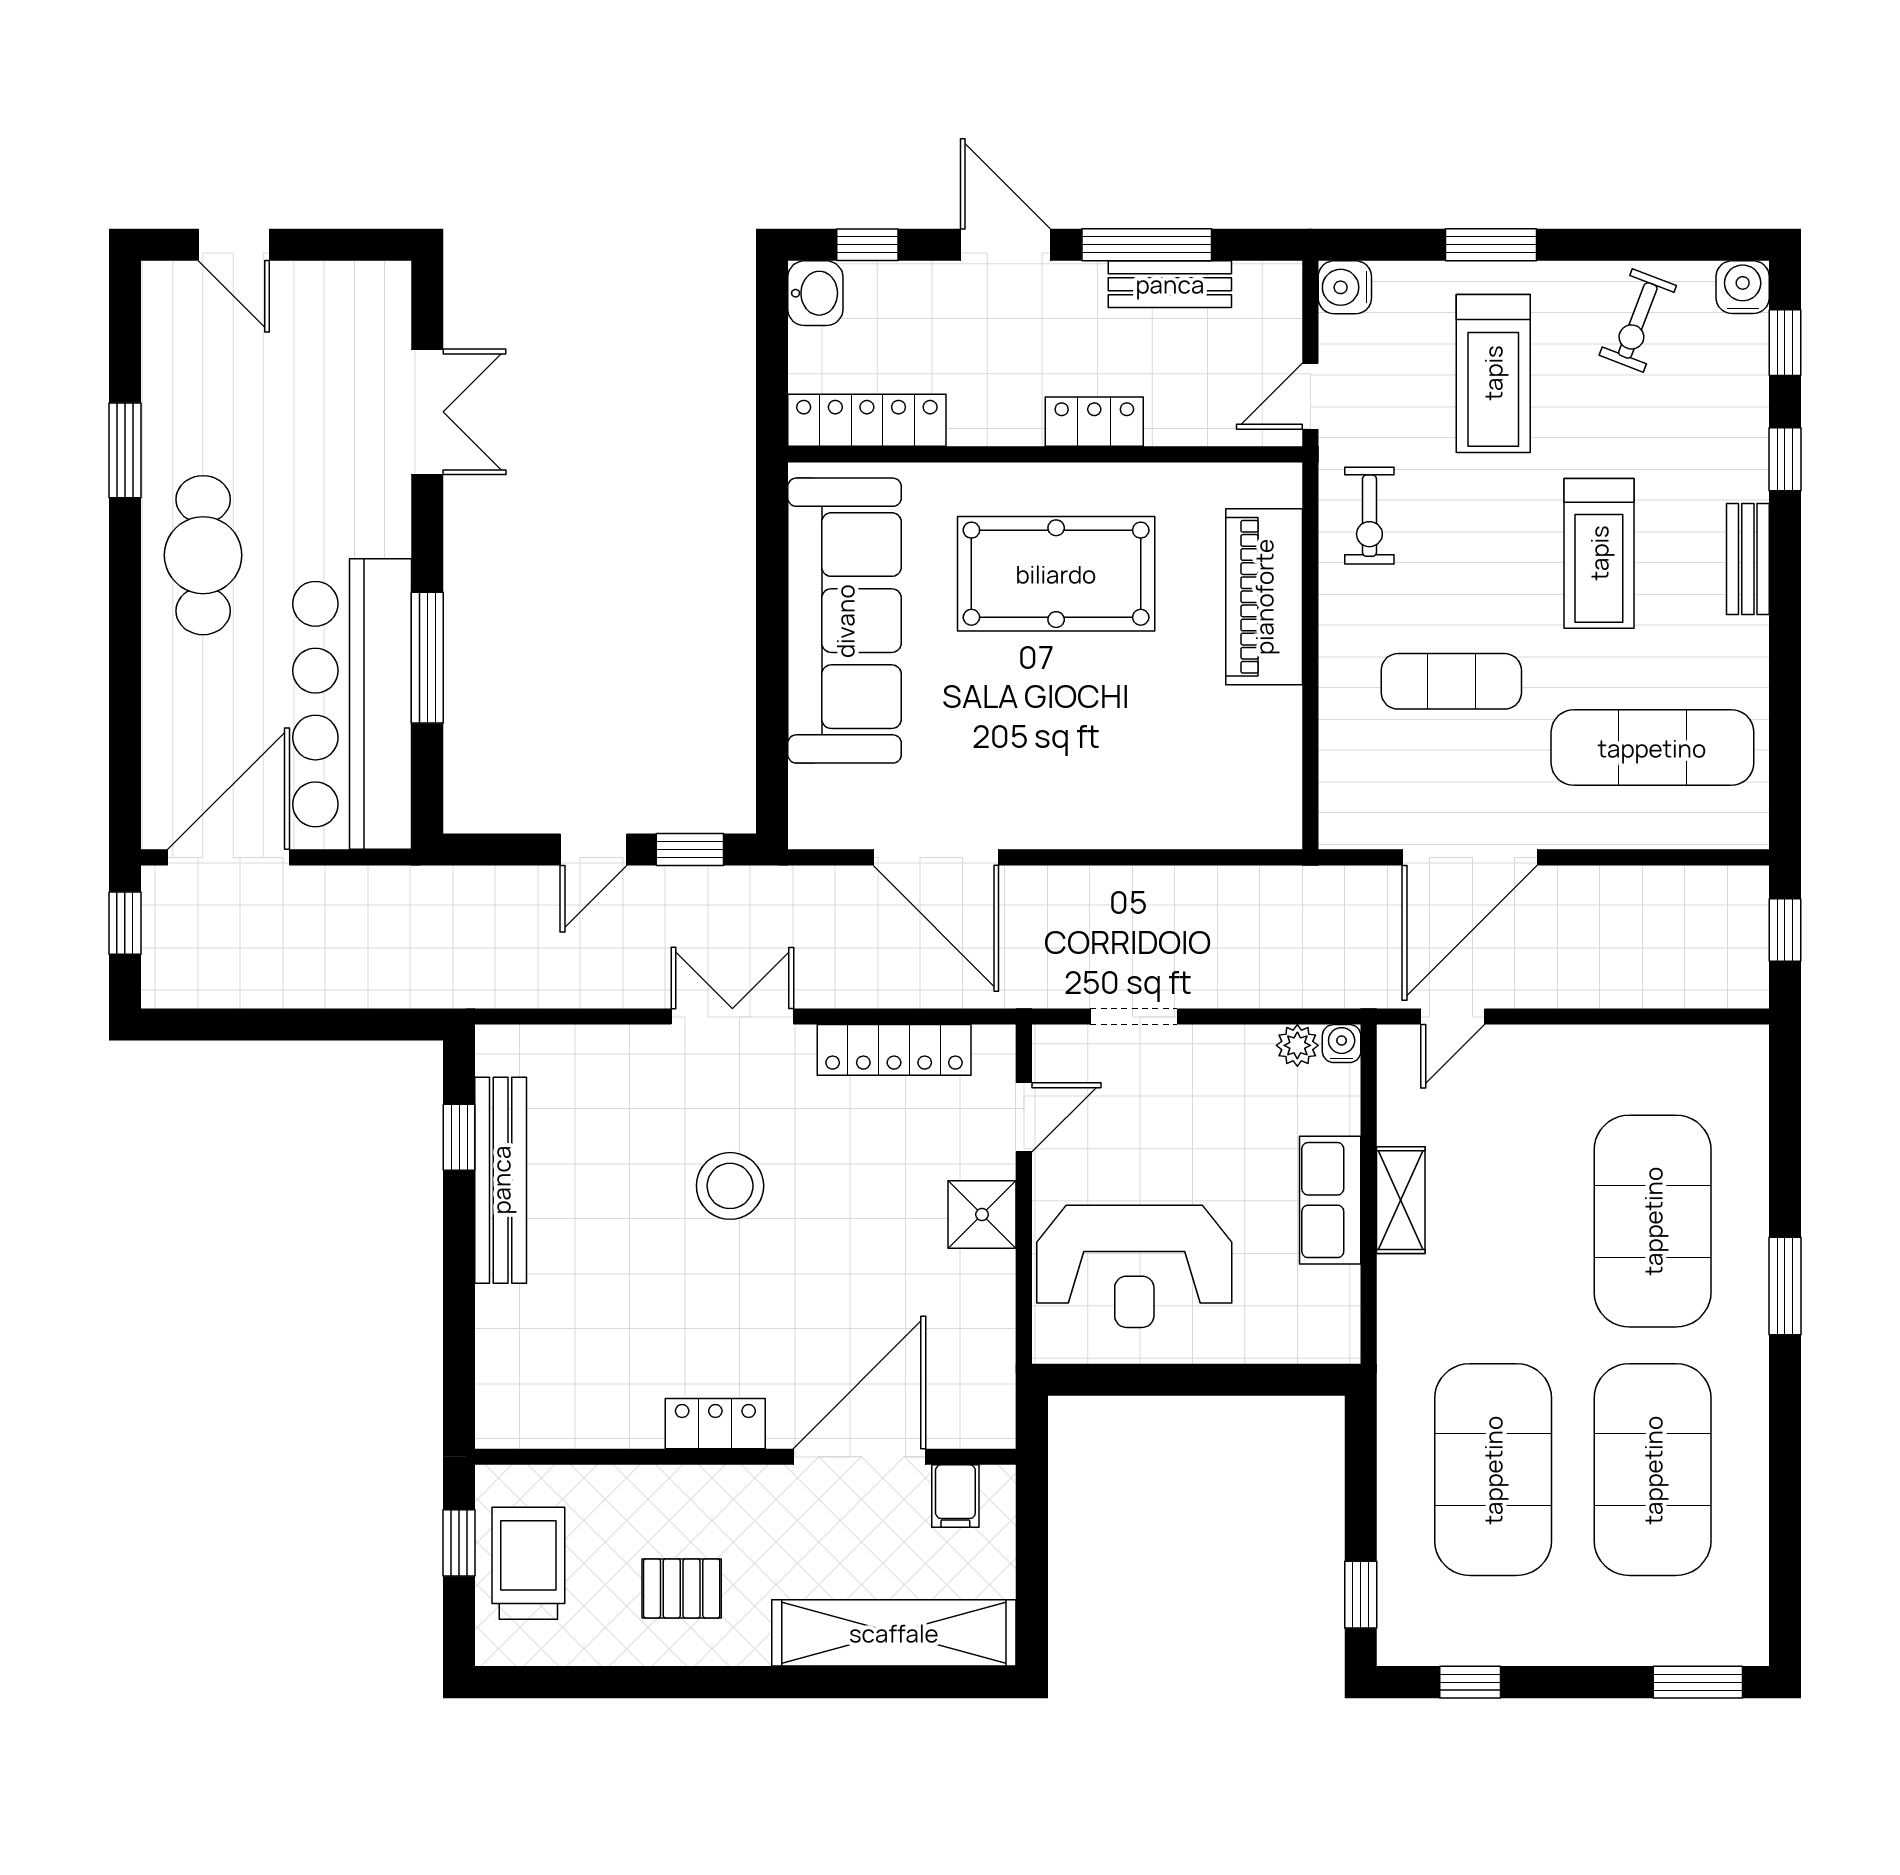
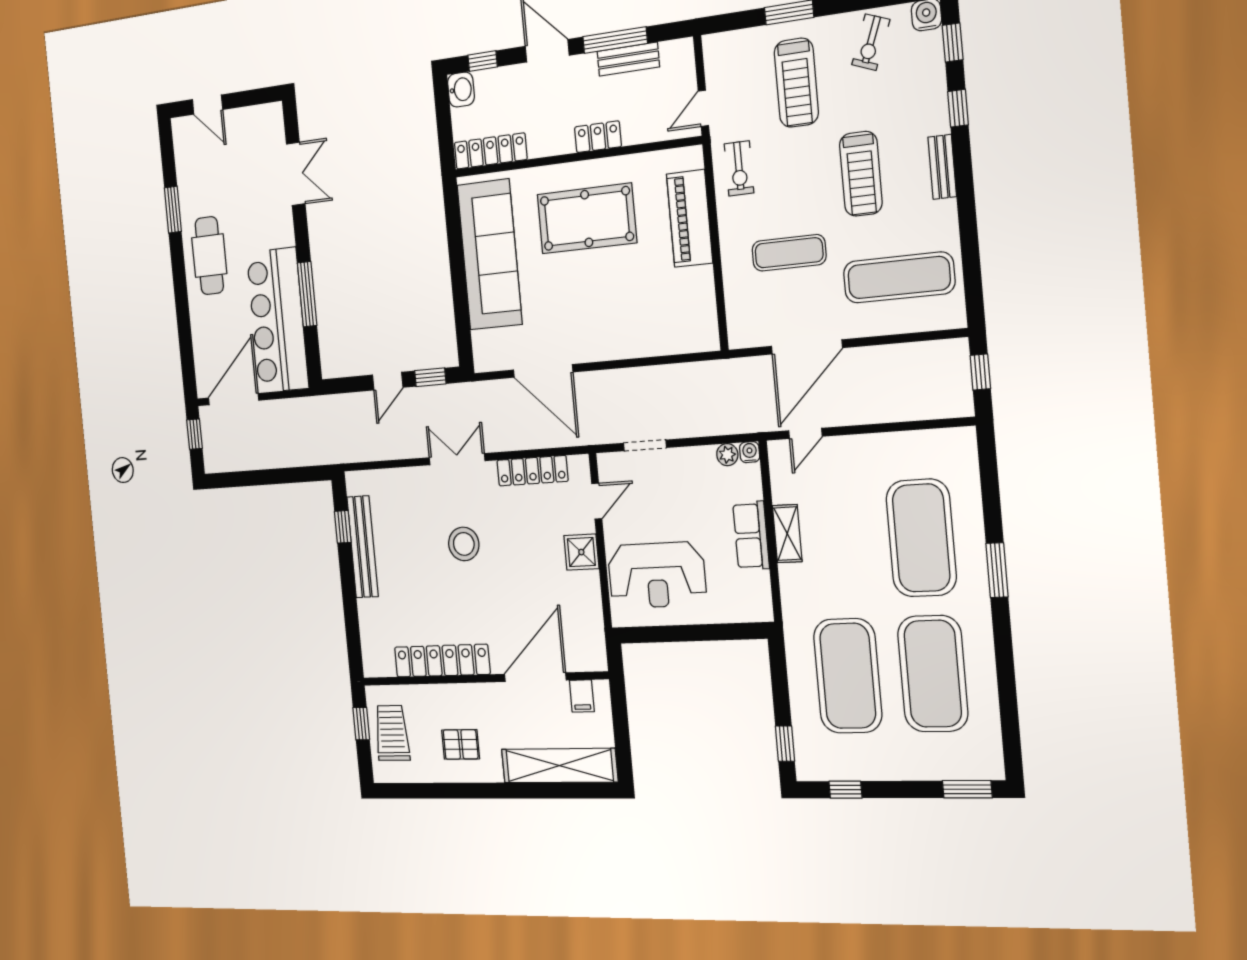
water cooler: (1345, 287) -> (716, 47), removed
locker: (715, 1424) -> (442, 661), width x2.16, depth x1.21

